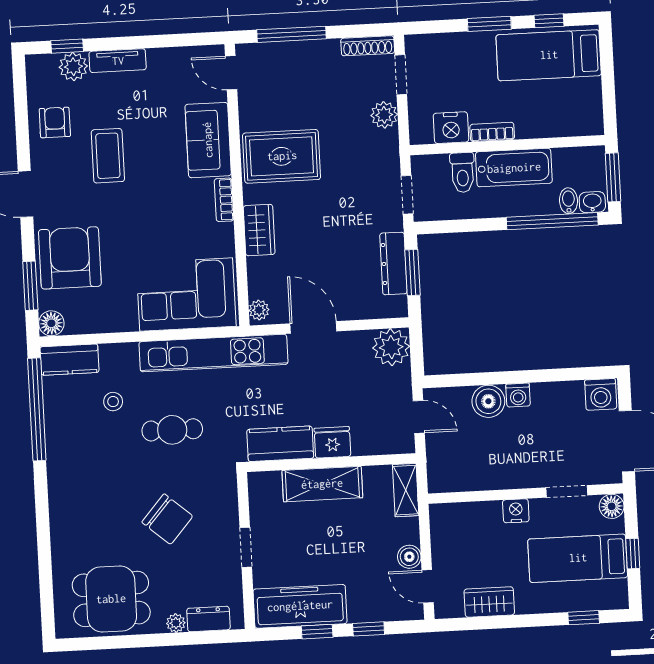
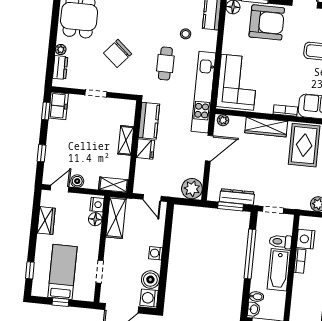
window: (552, 221) -> (250, 254), moved
wardrobe: (259, 230) -> (266, 127), width x1.50
boiler: (488, 401) -> (150, 280), moved
door: (419, 417) -> (152, 198), hinge flipped
shelving: (464, 477) -> (116, 218), added
shelving: (322, 484) -> (126, 140), width x0.67, depth x0.75
floor lamp: (612, 506) -> (95, 219), moved
nightstand: (516, 511) -> (97, 205), moved
freezer: (300, 606) -> (58, 106), width x0.52, depth x0.79
window: (317, 632) -> (46, 111), moved

